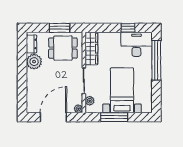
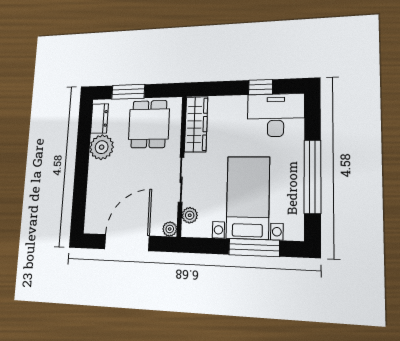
window: (60, 28) -> (128, 92), moved
dining table: (63, 48) -> (149, 124), turned 90
window: (156, 60) -> (312, 177), moved
window: (114, 117) -> (254, 248), moved

